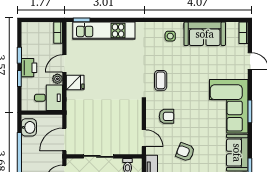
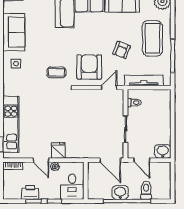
printer: (29, 68) -> (30, 192), moved
desk: (49, 98) -> (72, 187), moved, turned 180
armchair: (167, 116) -> (89, 67), width x1.88, depth x1.88
washbasin: (29, 127) -> (120, 193), moved

